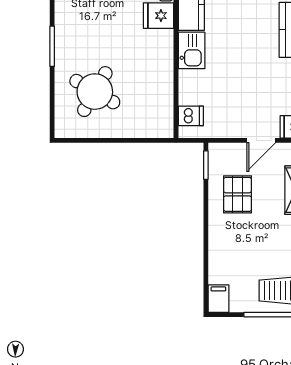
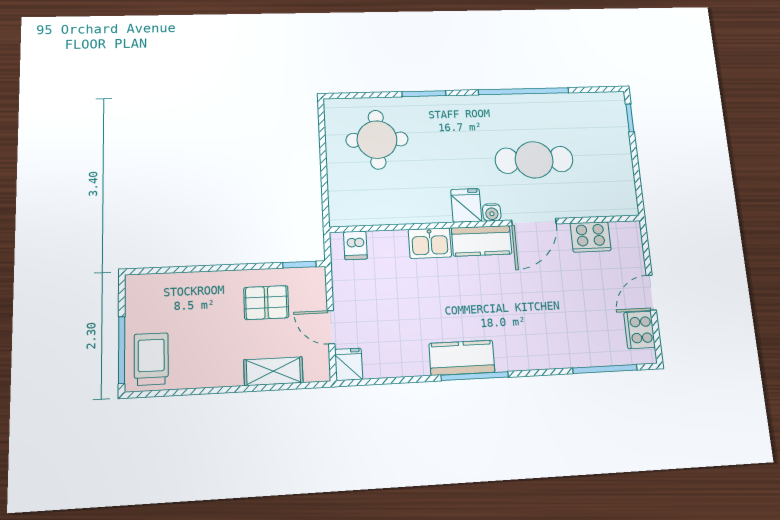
round table: (95, 92) -> (377, 140), turned -30
filing cabinet: (218, 299) -> (141, 286), removed

